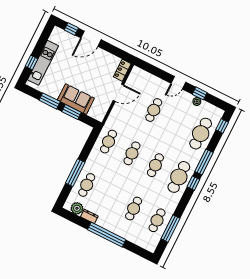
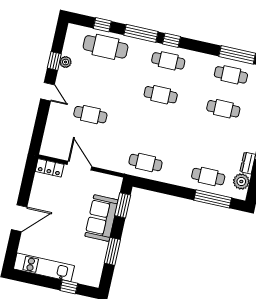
window: (71, 29) -> (13, 246), removed
door: (91, 39) -> (19, 218), hinge flipped
kitchen unit: (43, 63) -> (44, 267), moved
window: (71, 112) -> (123, 205), moved
window: (222, 126) -> (102, 25), moved
cafe table: (132, 153) -> (153, 129), removed
window: (75, 173) -> (213, 199), moved
cafe table: (179, 177) -> (168, 61), width x0.73, depth x0.74

